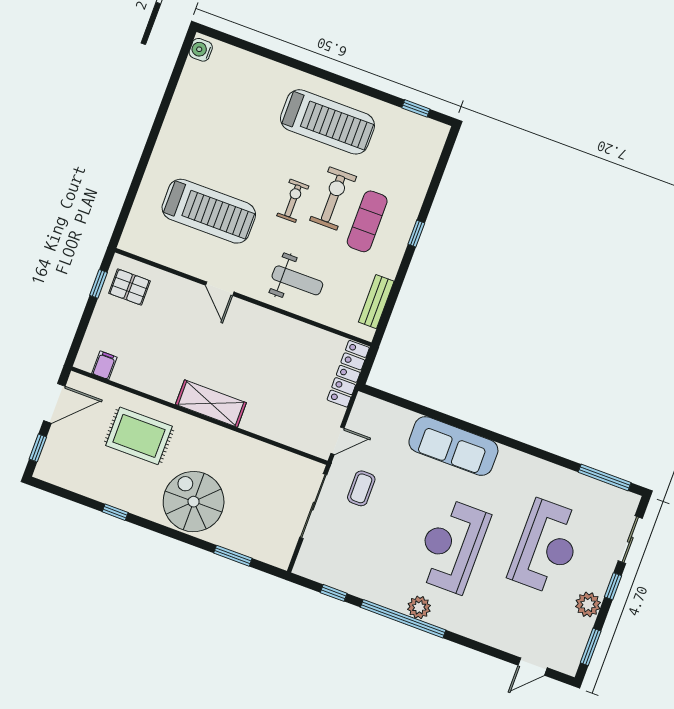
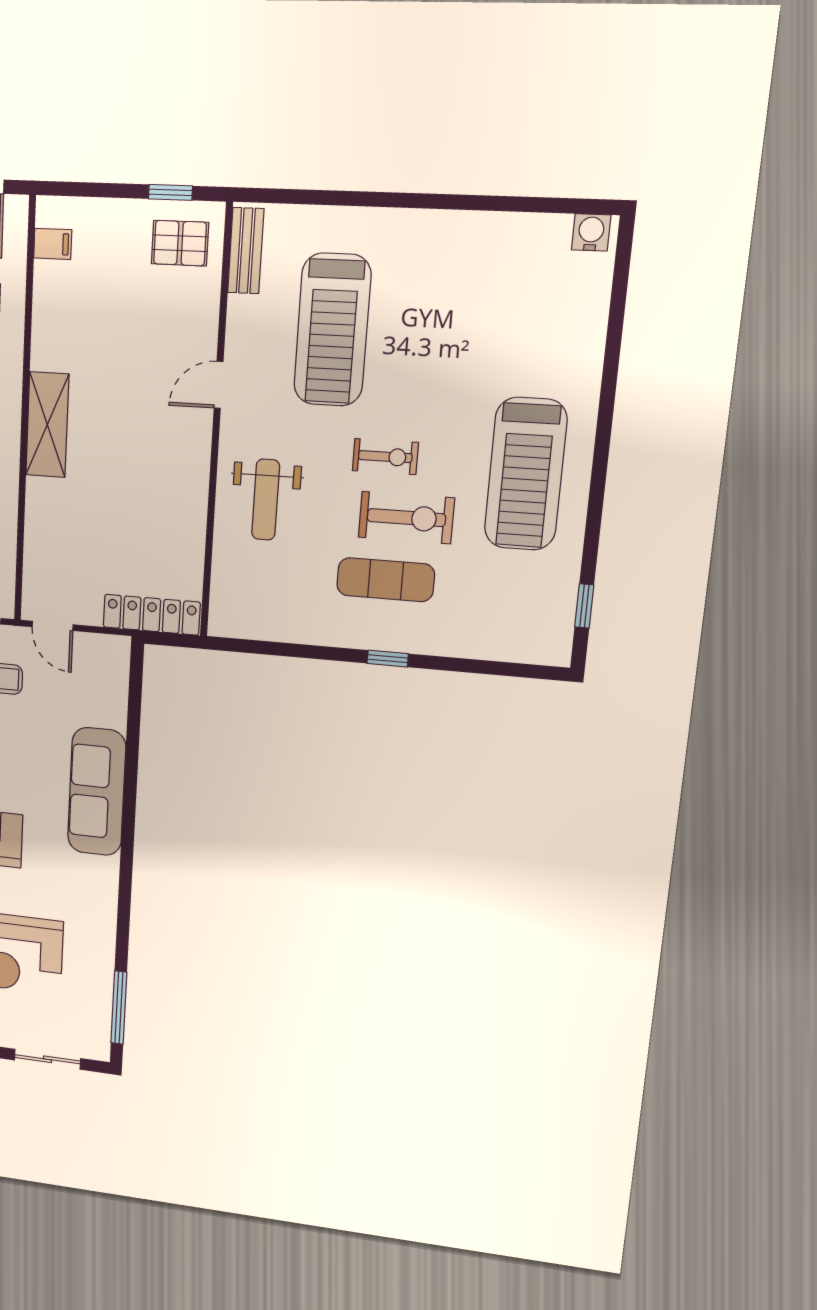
pallet: (129, 287) -> (180, 243), turned 90
bench: (376, 302) -> (246, 251), moved, turned 90

